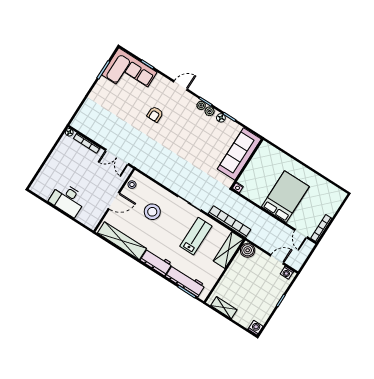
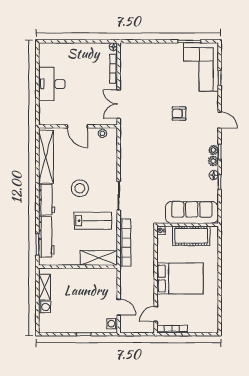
cot: (257, 166) -> (191, 236), added
stool: (152, 212) -> (80, 188), moved
boiler: (248, 250) -> (110, 275), removed
washing machine: (255, 328) -> (45, 307), moved

